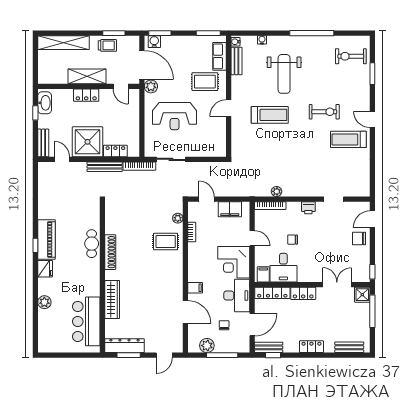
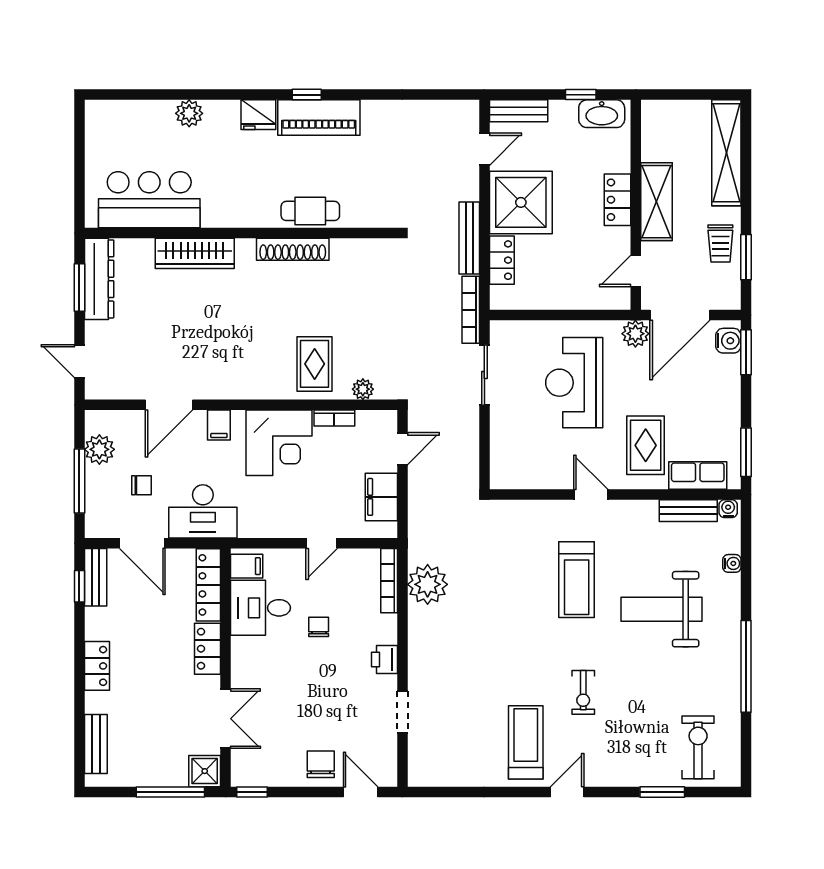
exercise bike: (324, 112) -> (583, 692), width x0.73, depth x0.72
plant: (277, 191) -> (428, 584), width x1.88, depth x1.88
corner desk: (234, 262) -> (279, 443), moved, turned 180

